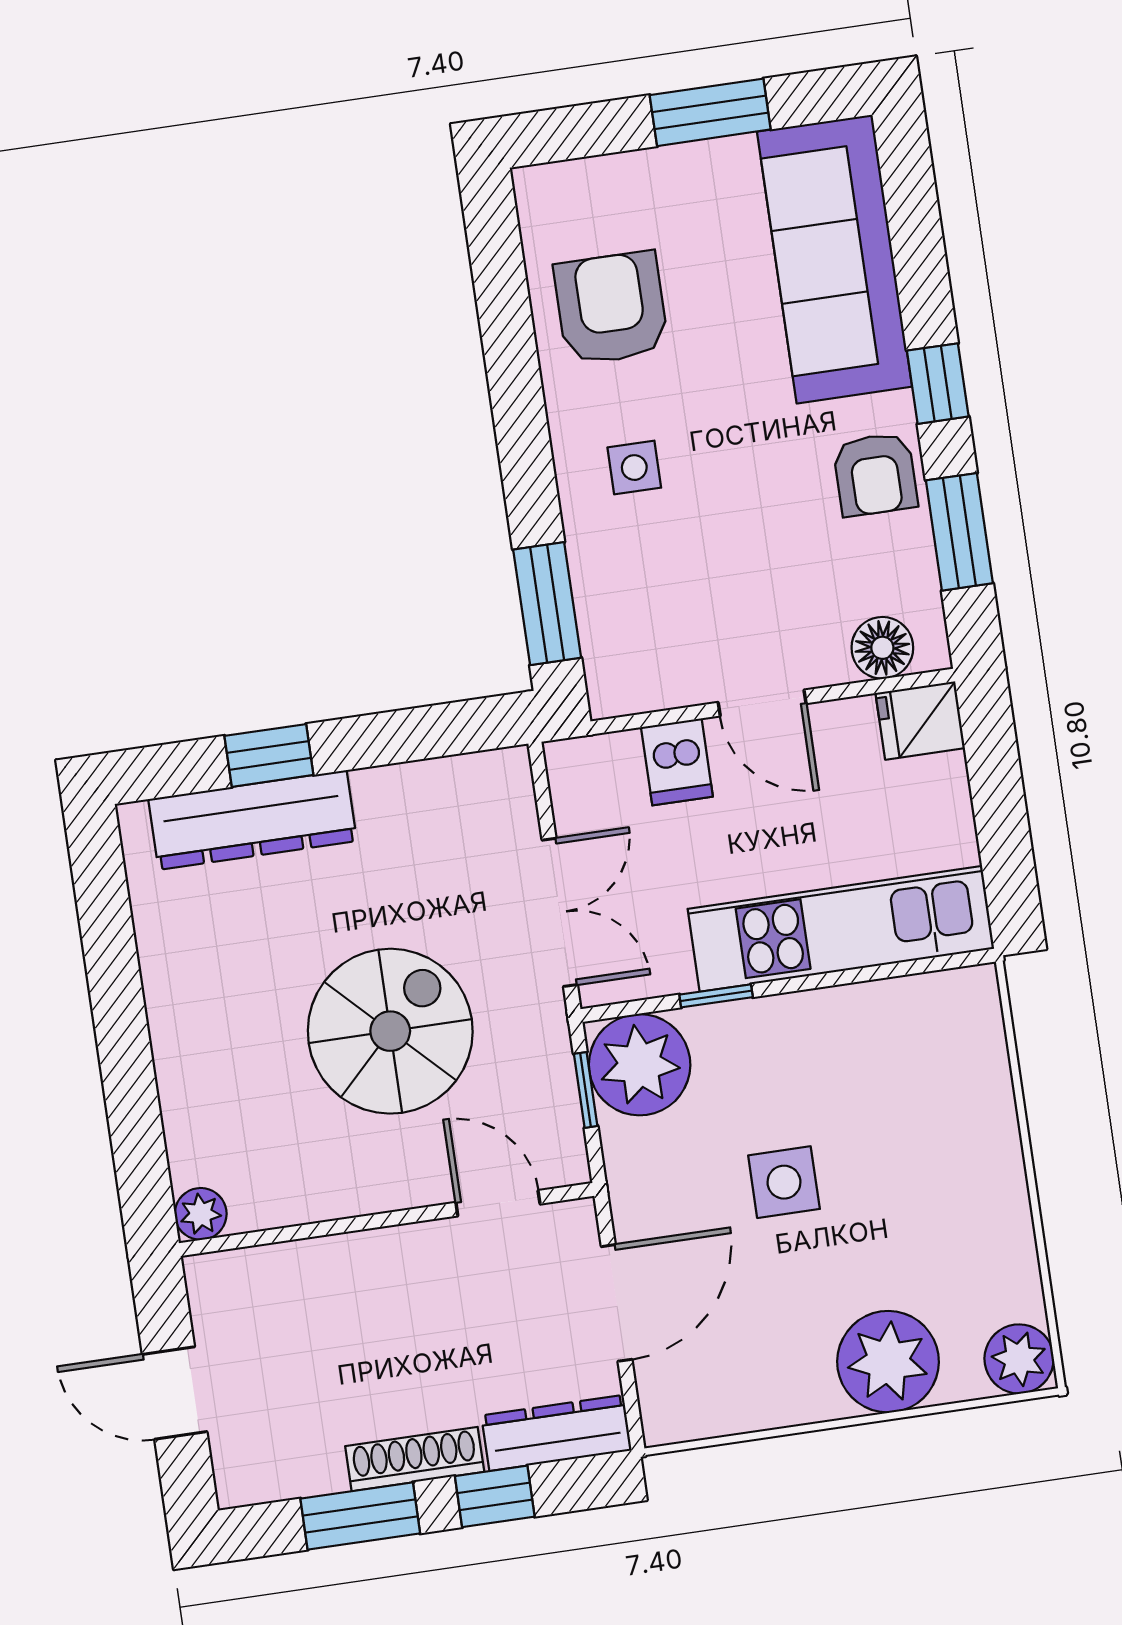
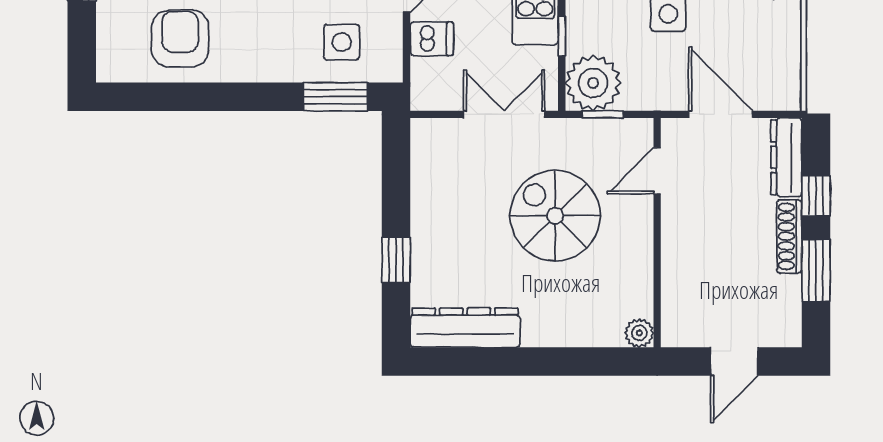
armchair: (611, 308) -> (180, 39), turned 90
side table: (634, 468) -> (342, 42), moved, width x1.37, depth x1.37
dresser: (253, 820) -> (465, 328), moved, turned -90

